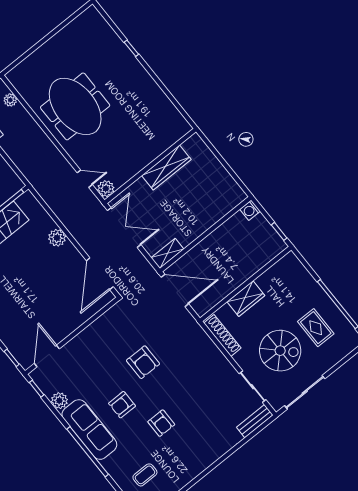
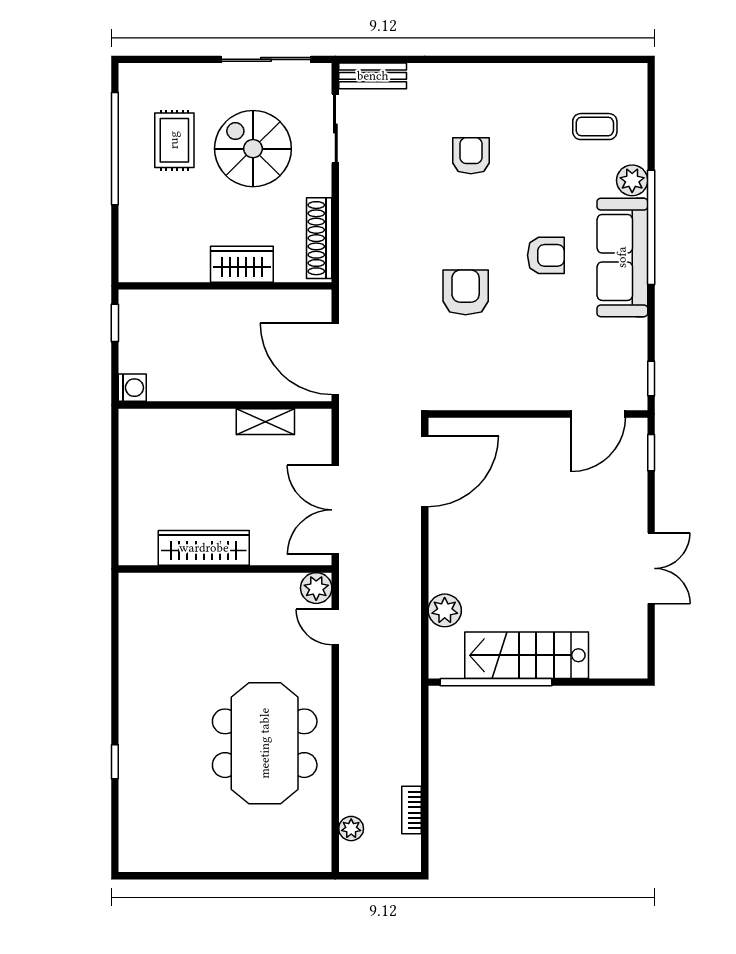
plant: (57, 238) -> (445, 610), moved
shelving: (167, 253) -> (265, 422), moved
plant: (59, 401) -> (632, 180), moved
armchair: (161, 423) -> (471, 156), moved

